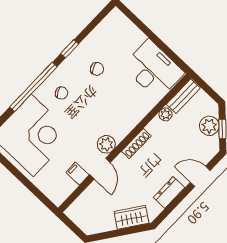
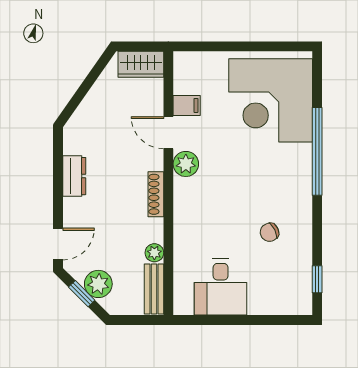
window: (70, 49) -> (317, 279), moved
desk: (153, 70) -> (221, 287), width x0.73
chair: (62, 93) -> (282, 173), removed
door: (200, 176) -> (58, 244), moved
wardrobe: (131, 217) -> (141, 64), moved, turned 55

